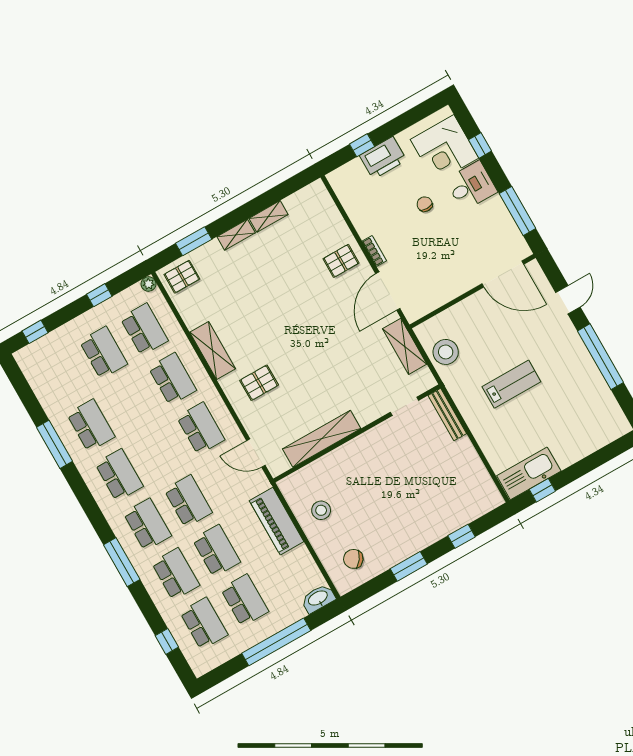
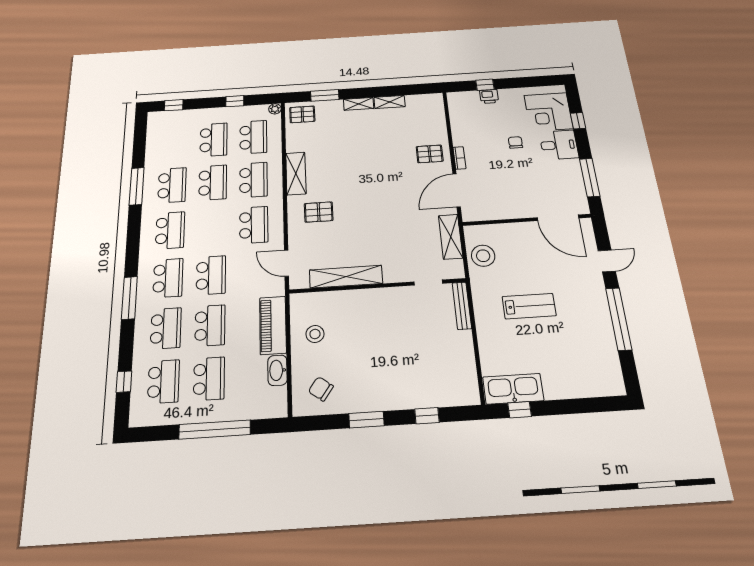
printer: (383, 158) -> (489, 96), width x0.53, depth x0.68
school desk: (132, 402) -> (213, 183), added
washbasin: (318, 598) -> (277, 370), moved, turned -90

